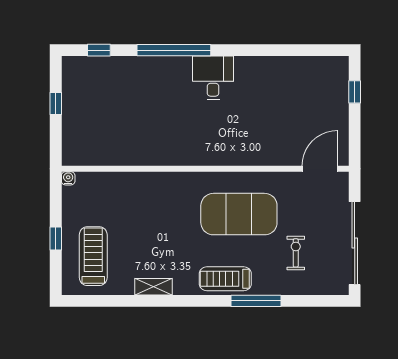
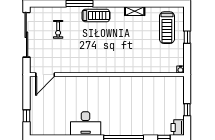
printer: (73, 70) -> (178, 128), added
desk: (213, 78) -> (86, 123), moved, width x1.37
exercise mat: (239, 214) -> (89, 50), removed

